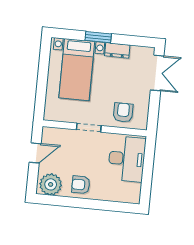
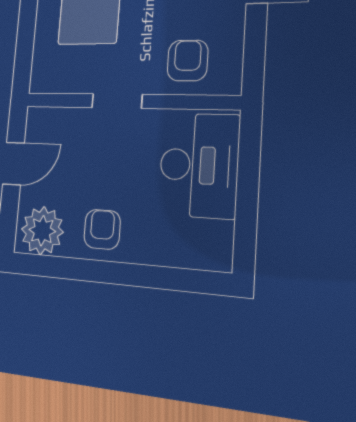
armchair: (81, 185) -> (102, 229), turned 90

